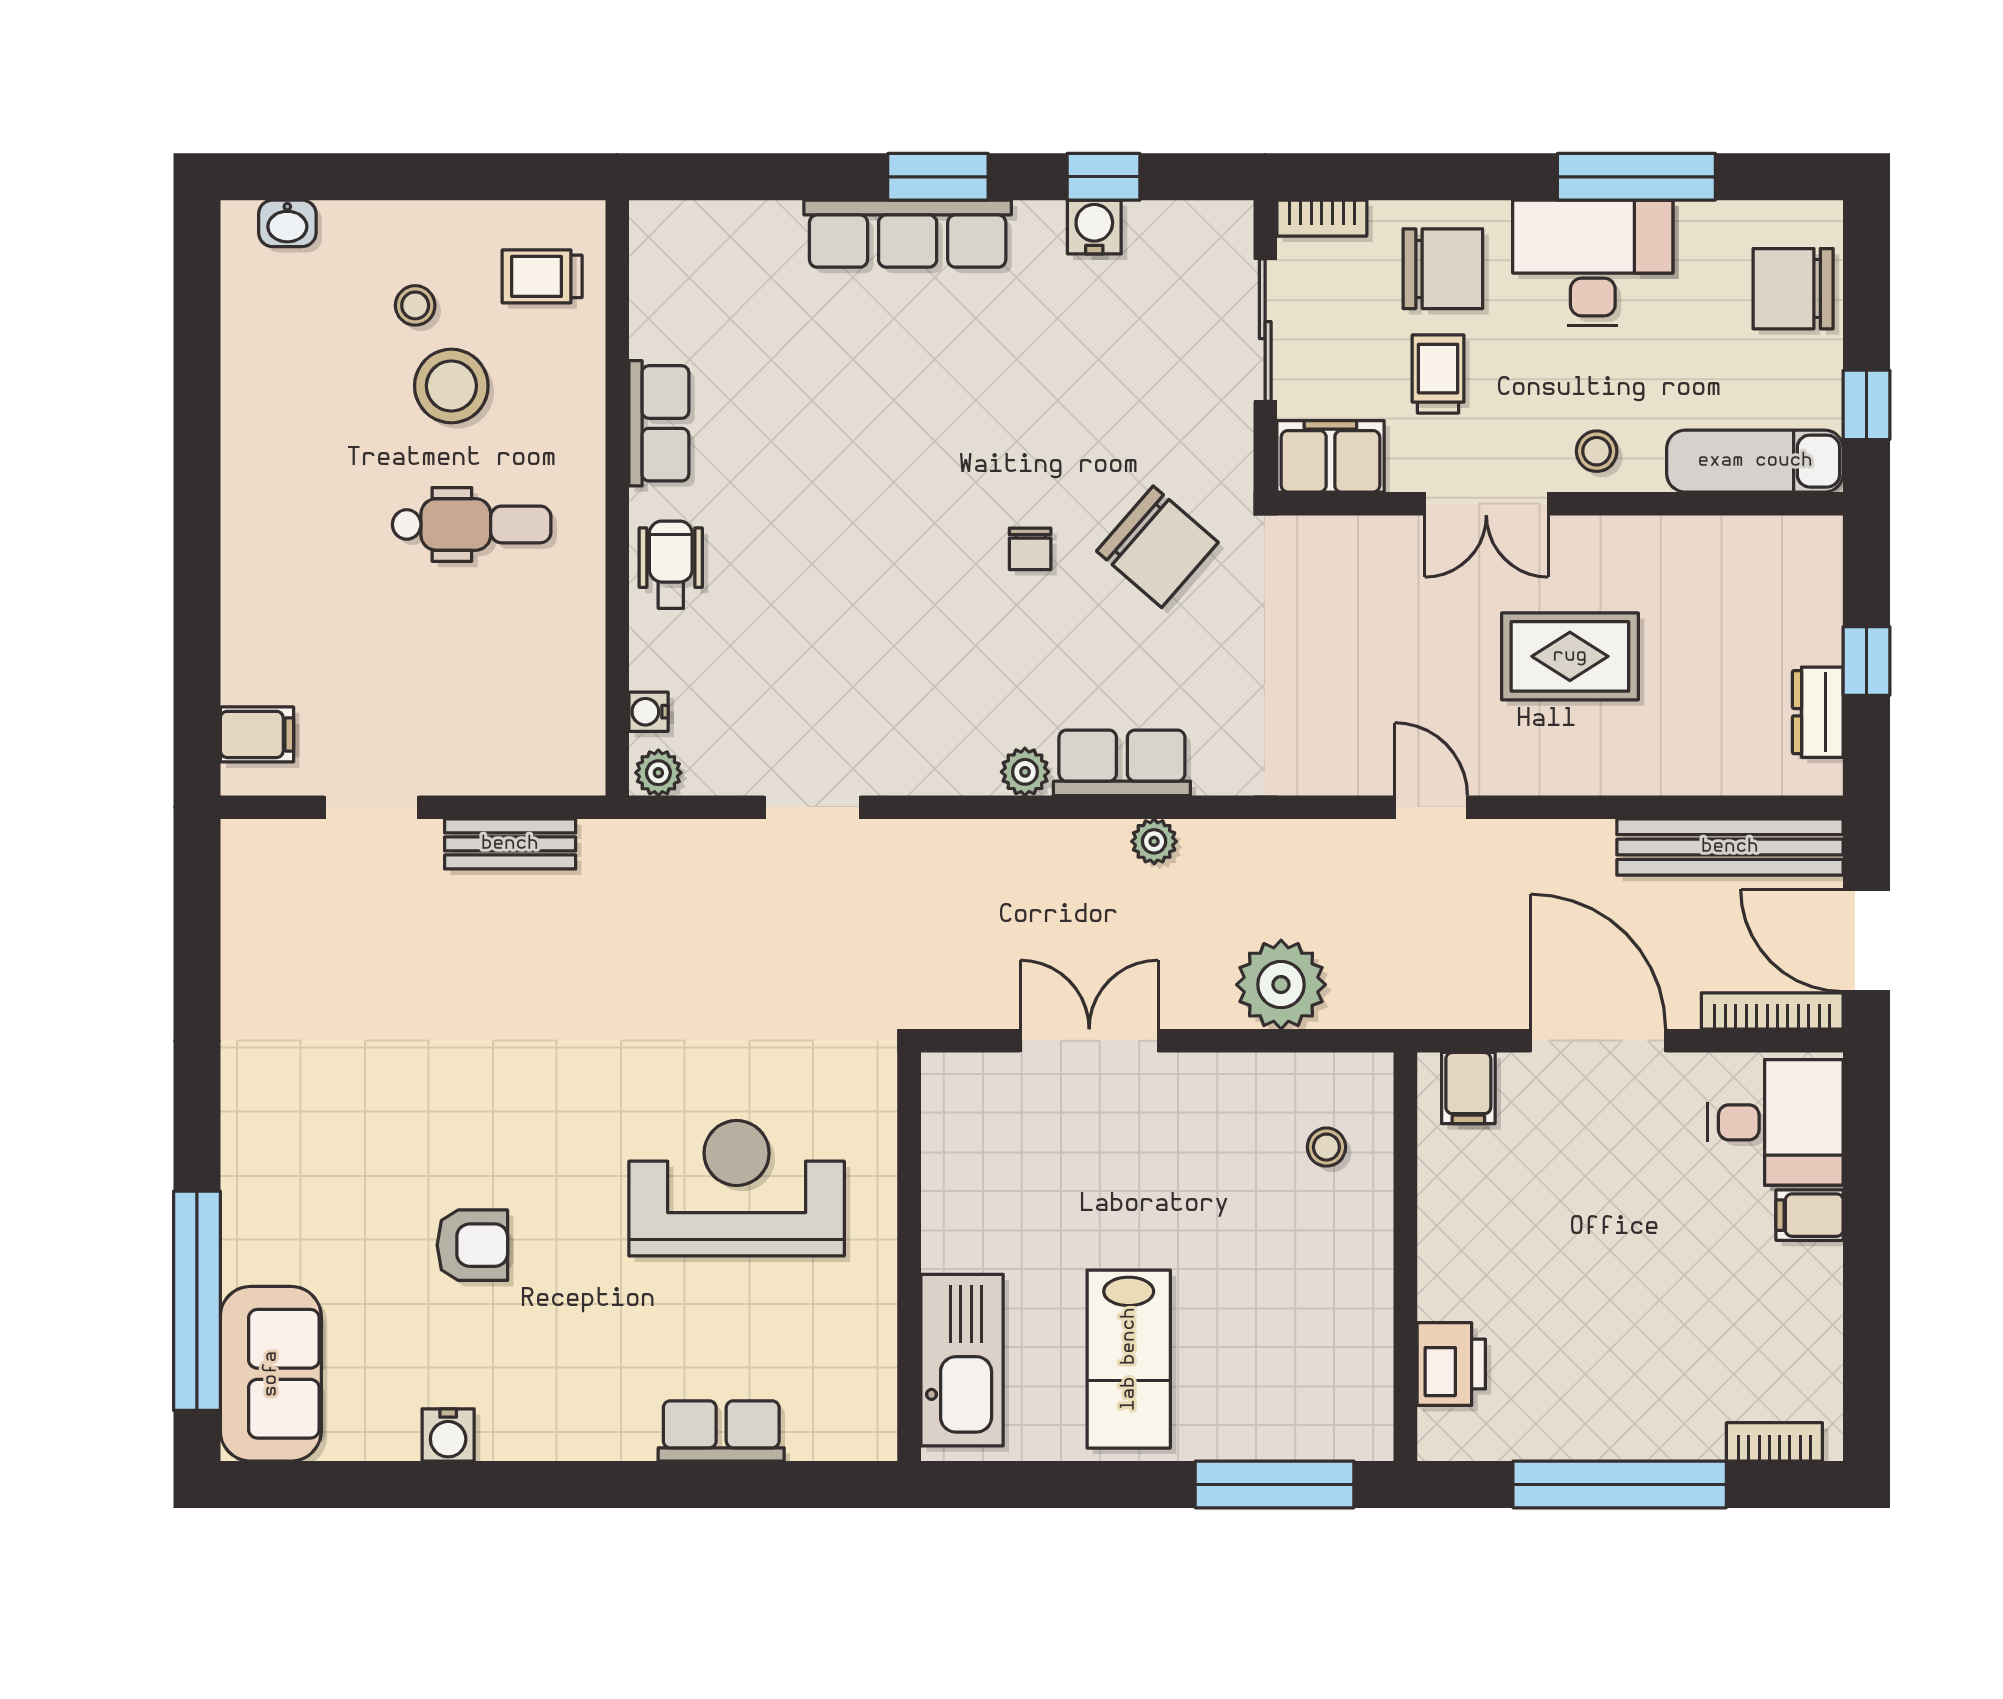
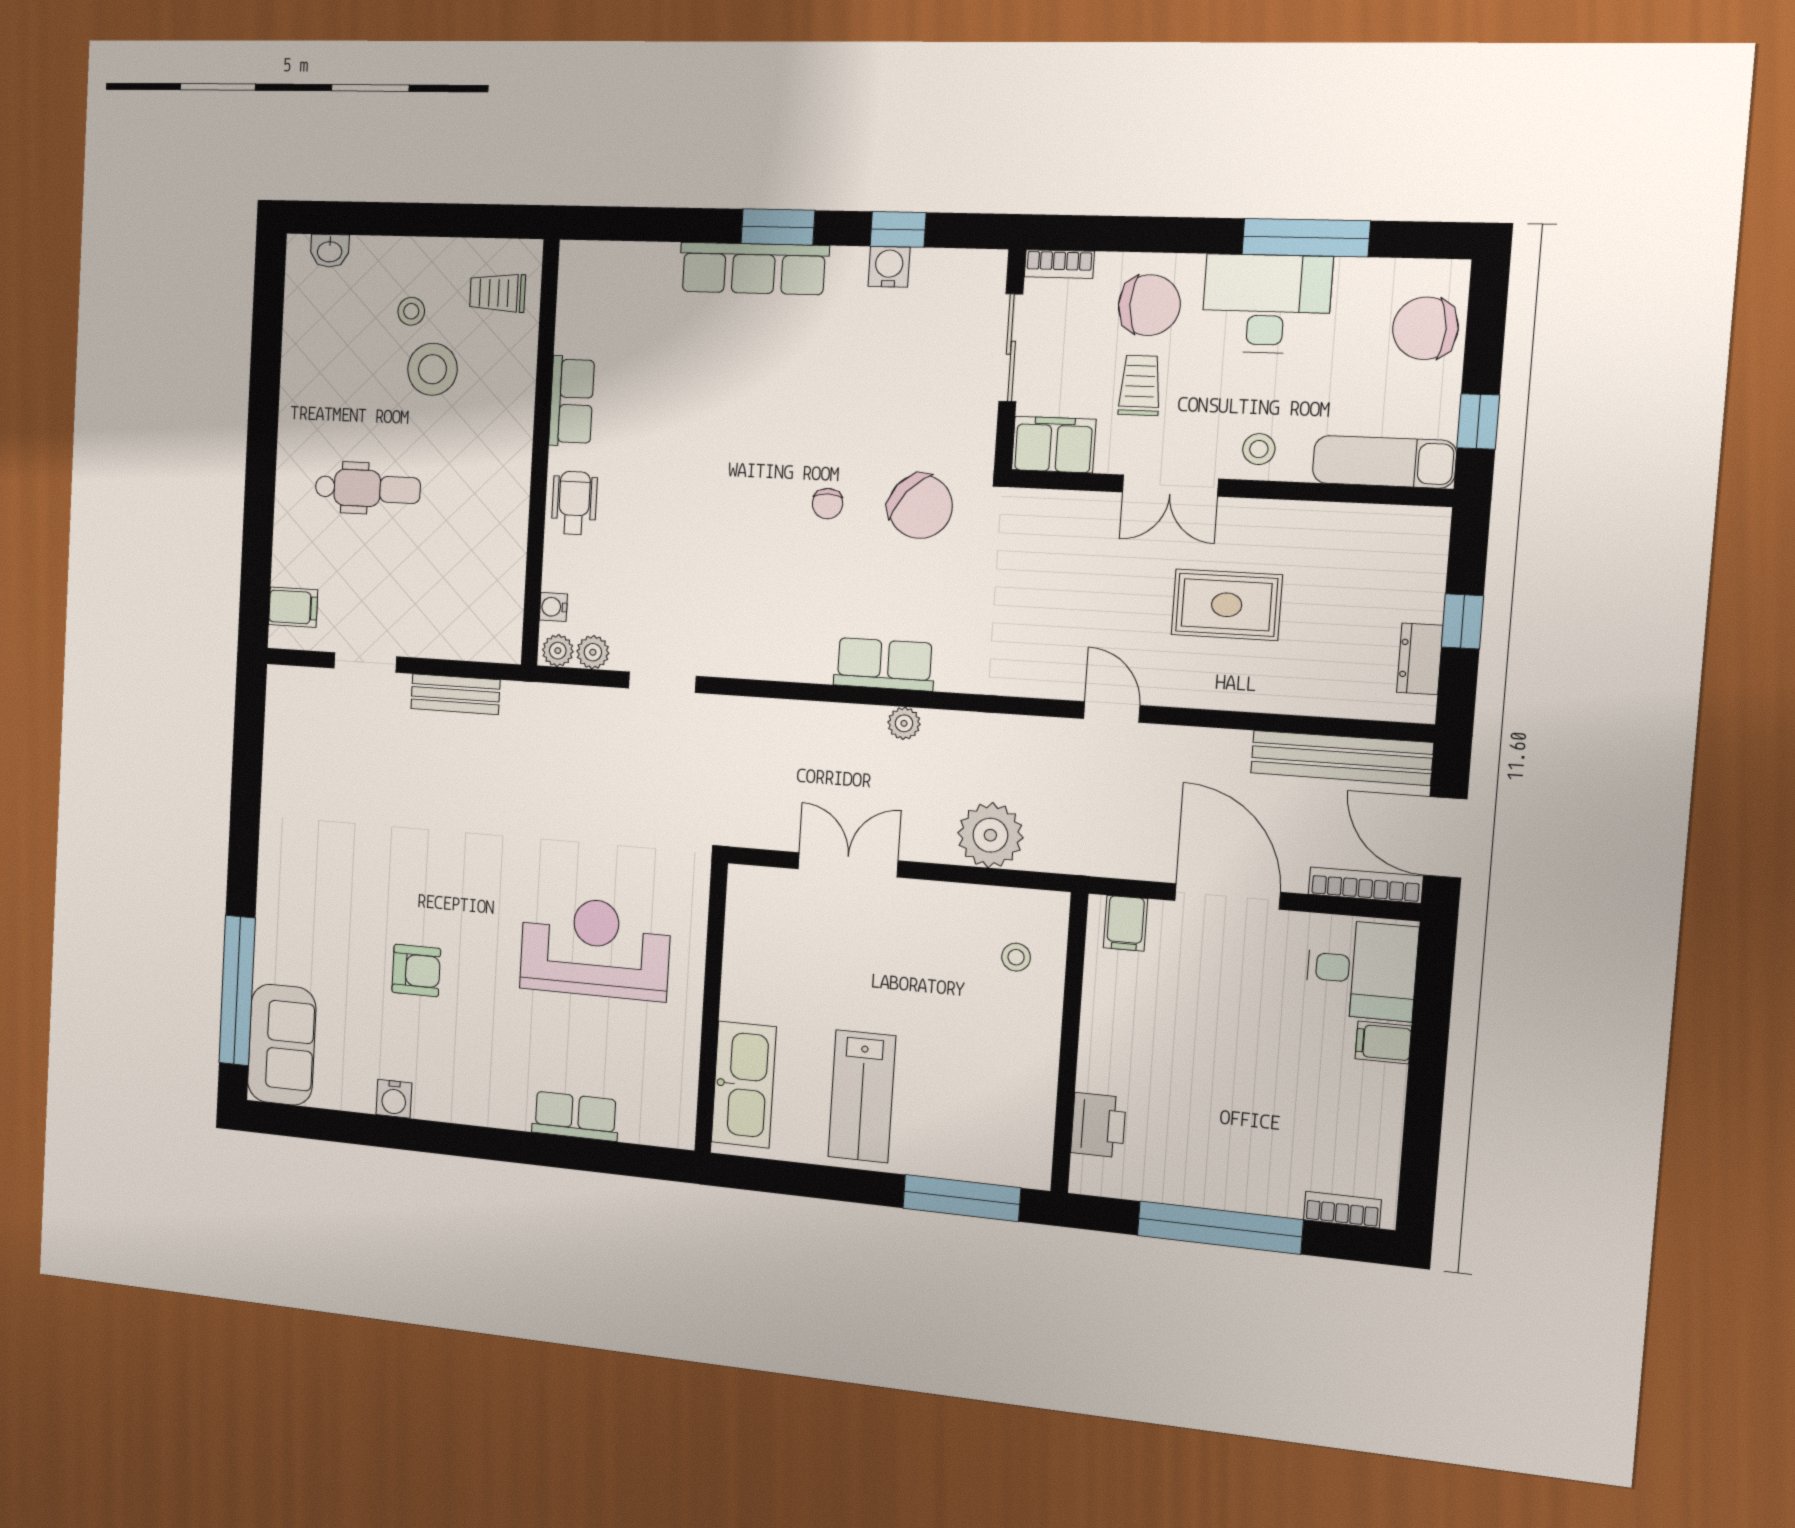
dental chair: (472, 524) -> (368, 488), moved
plant: (1025, 772) -> (593, 652), moved

